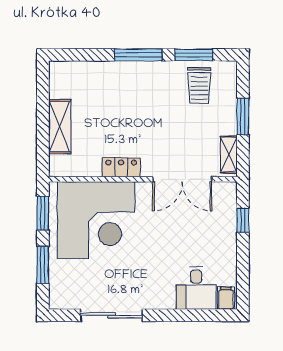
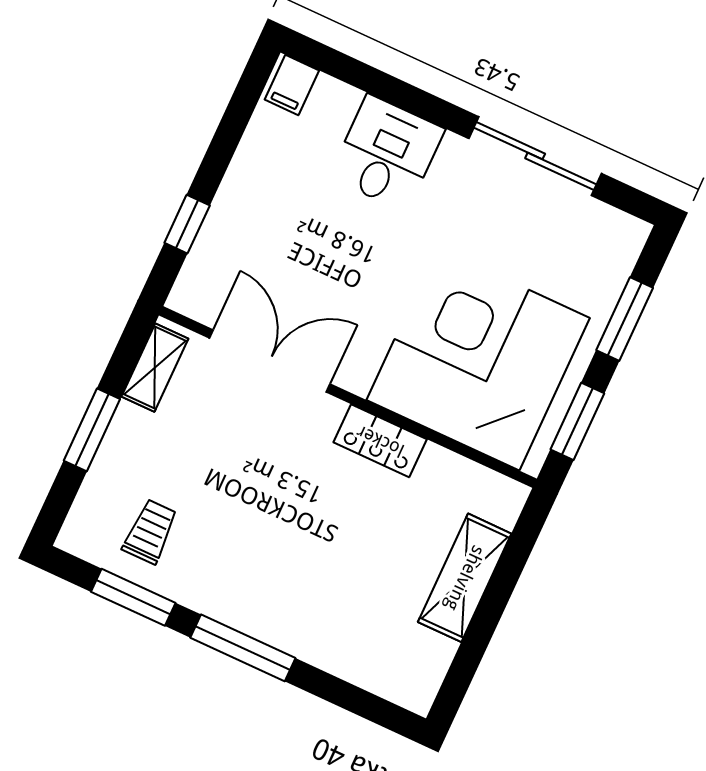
trolley: (199, 85) -> (150, 532), width x0.73, depth x0.72
desk: (196, 288) -> (387, 153), moved

